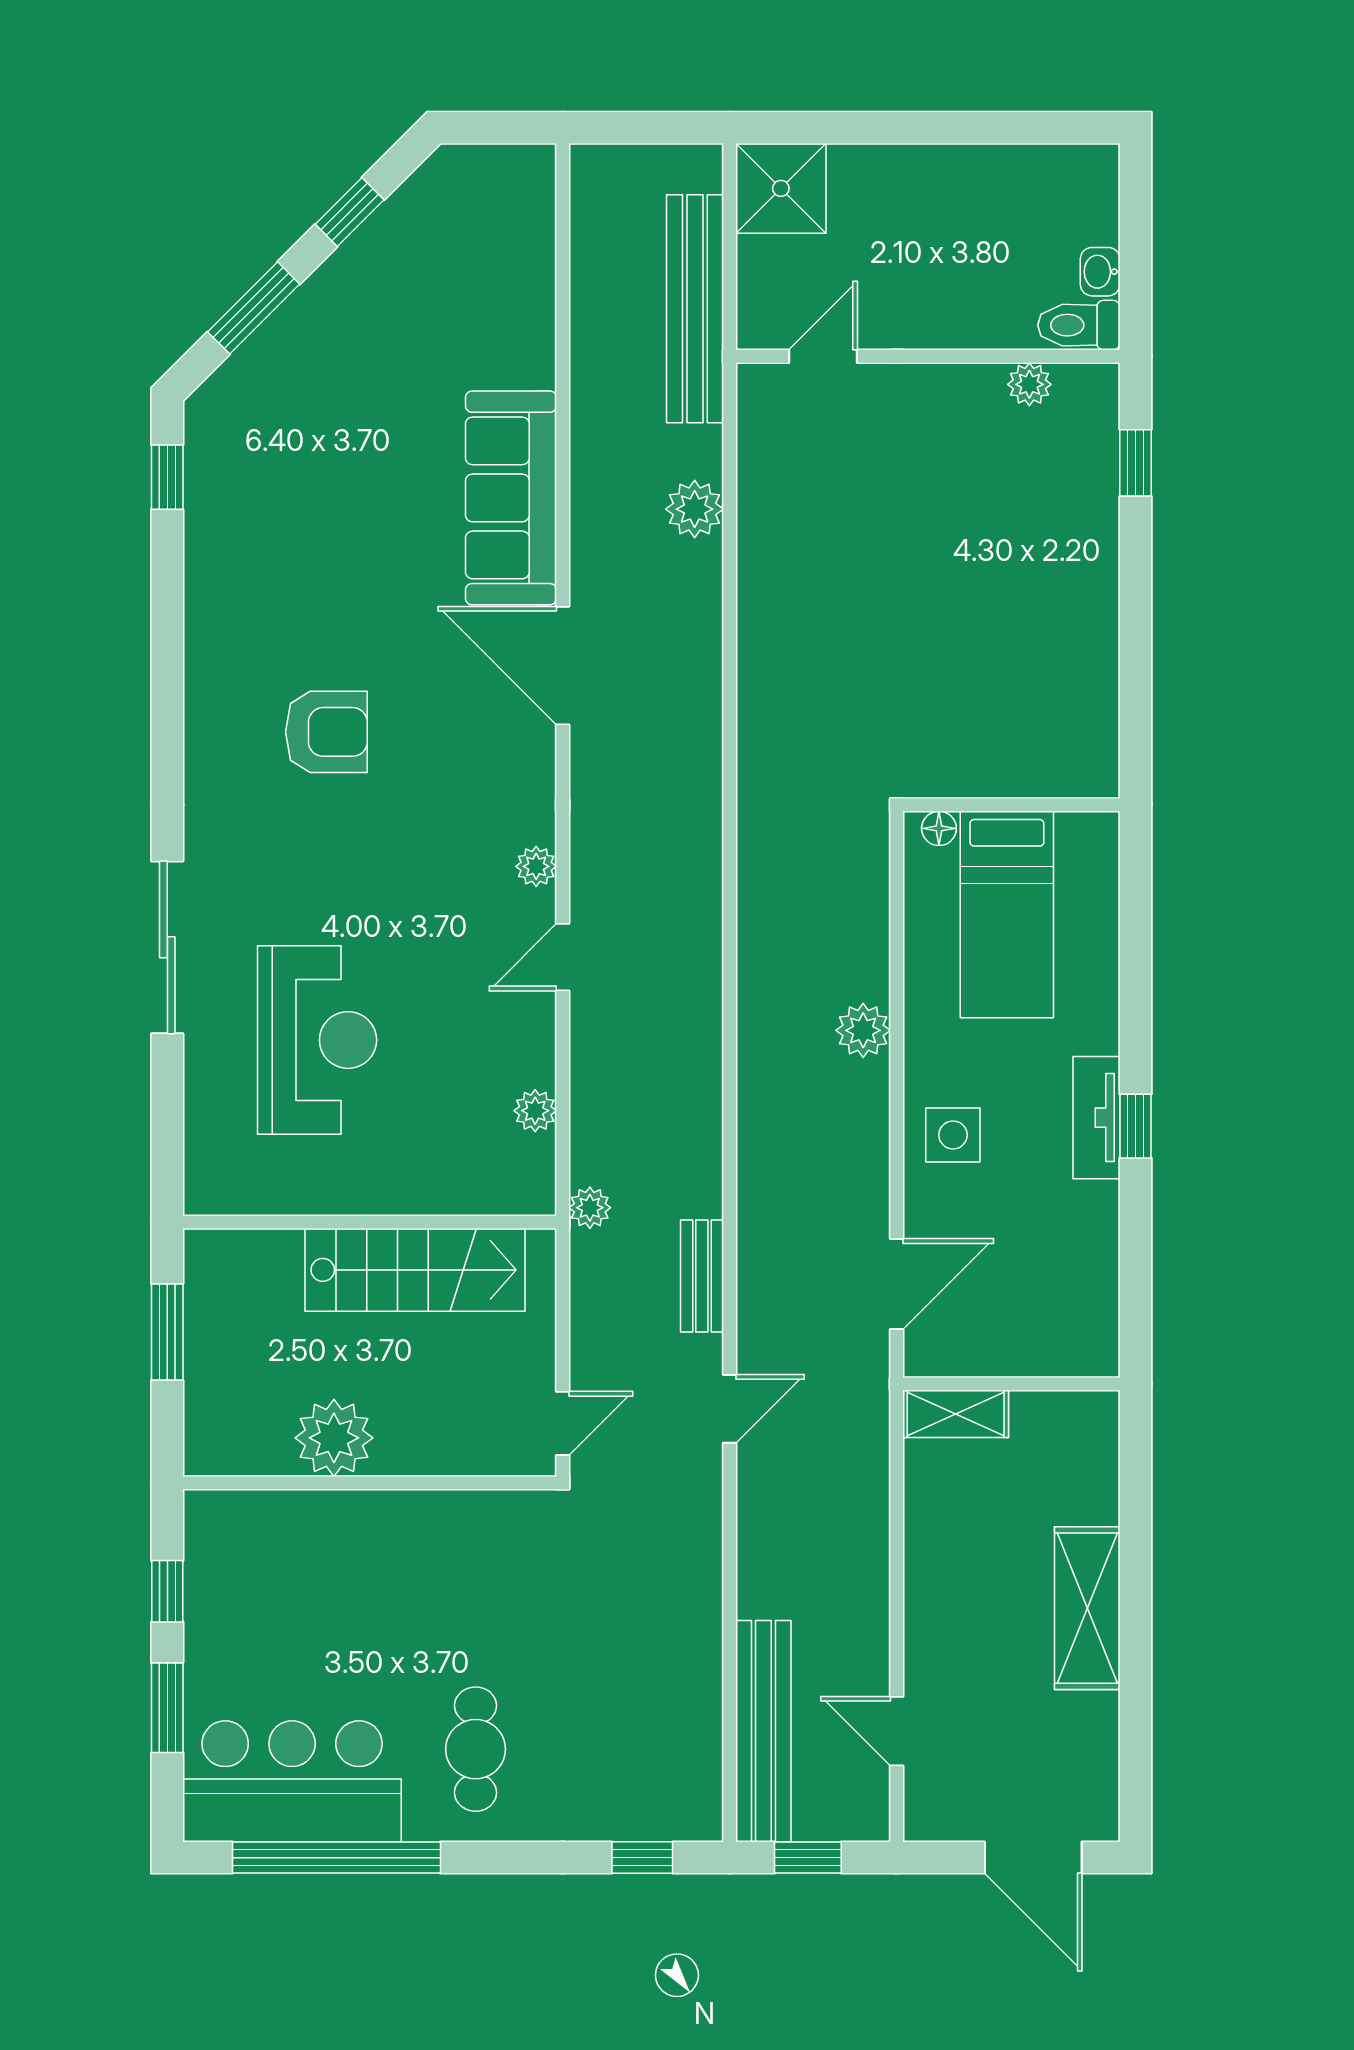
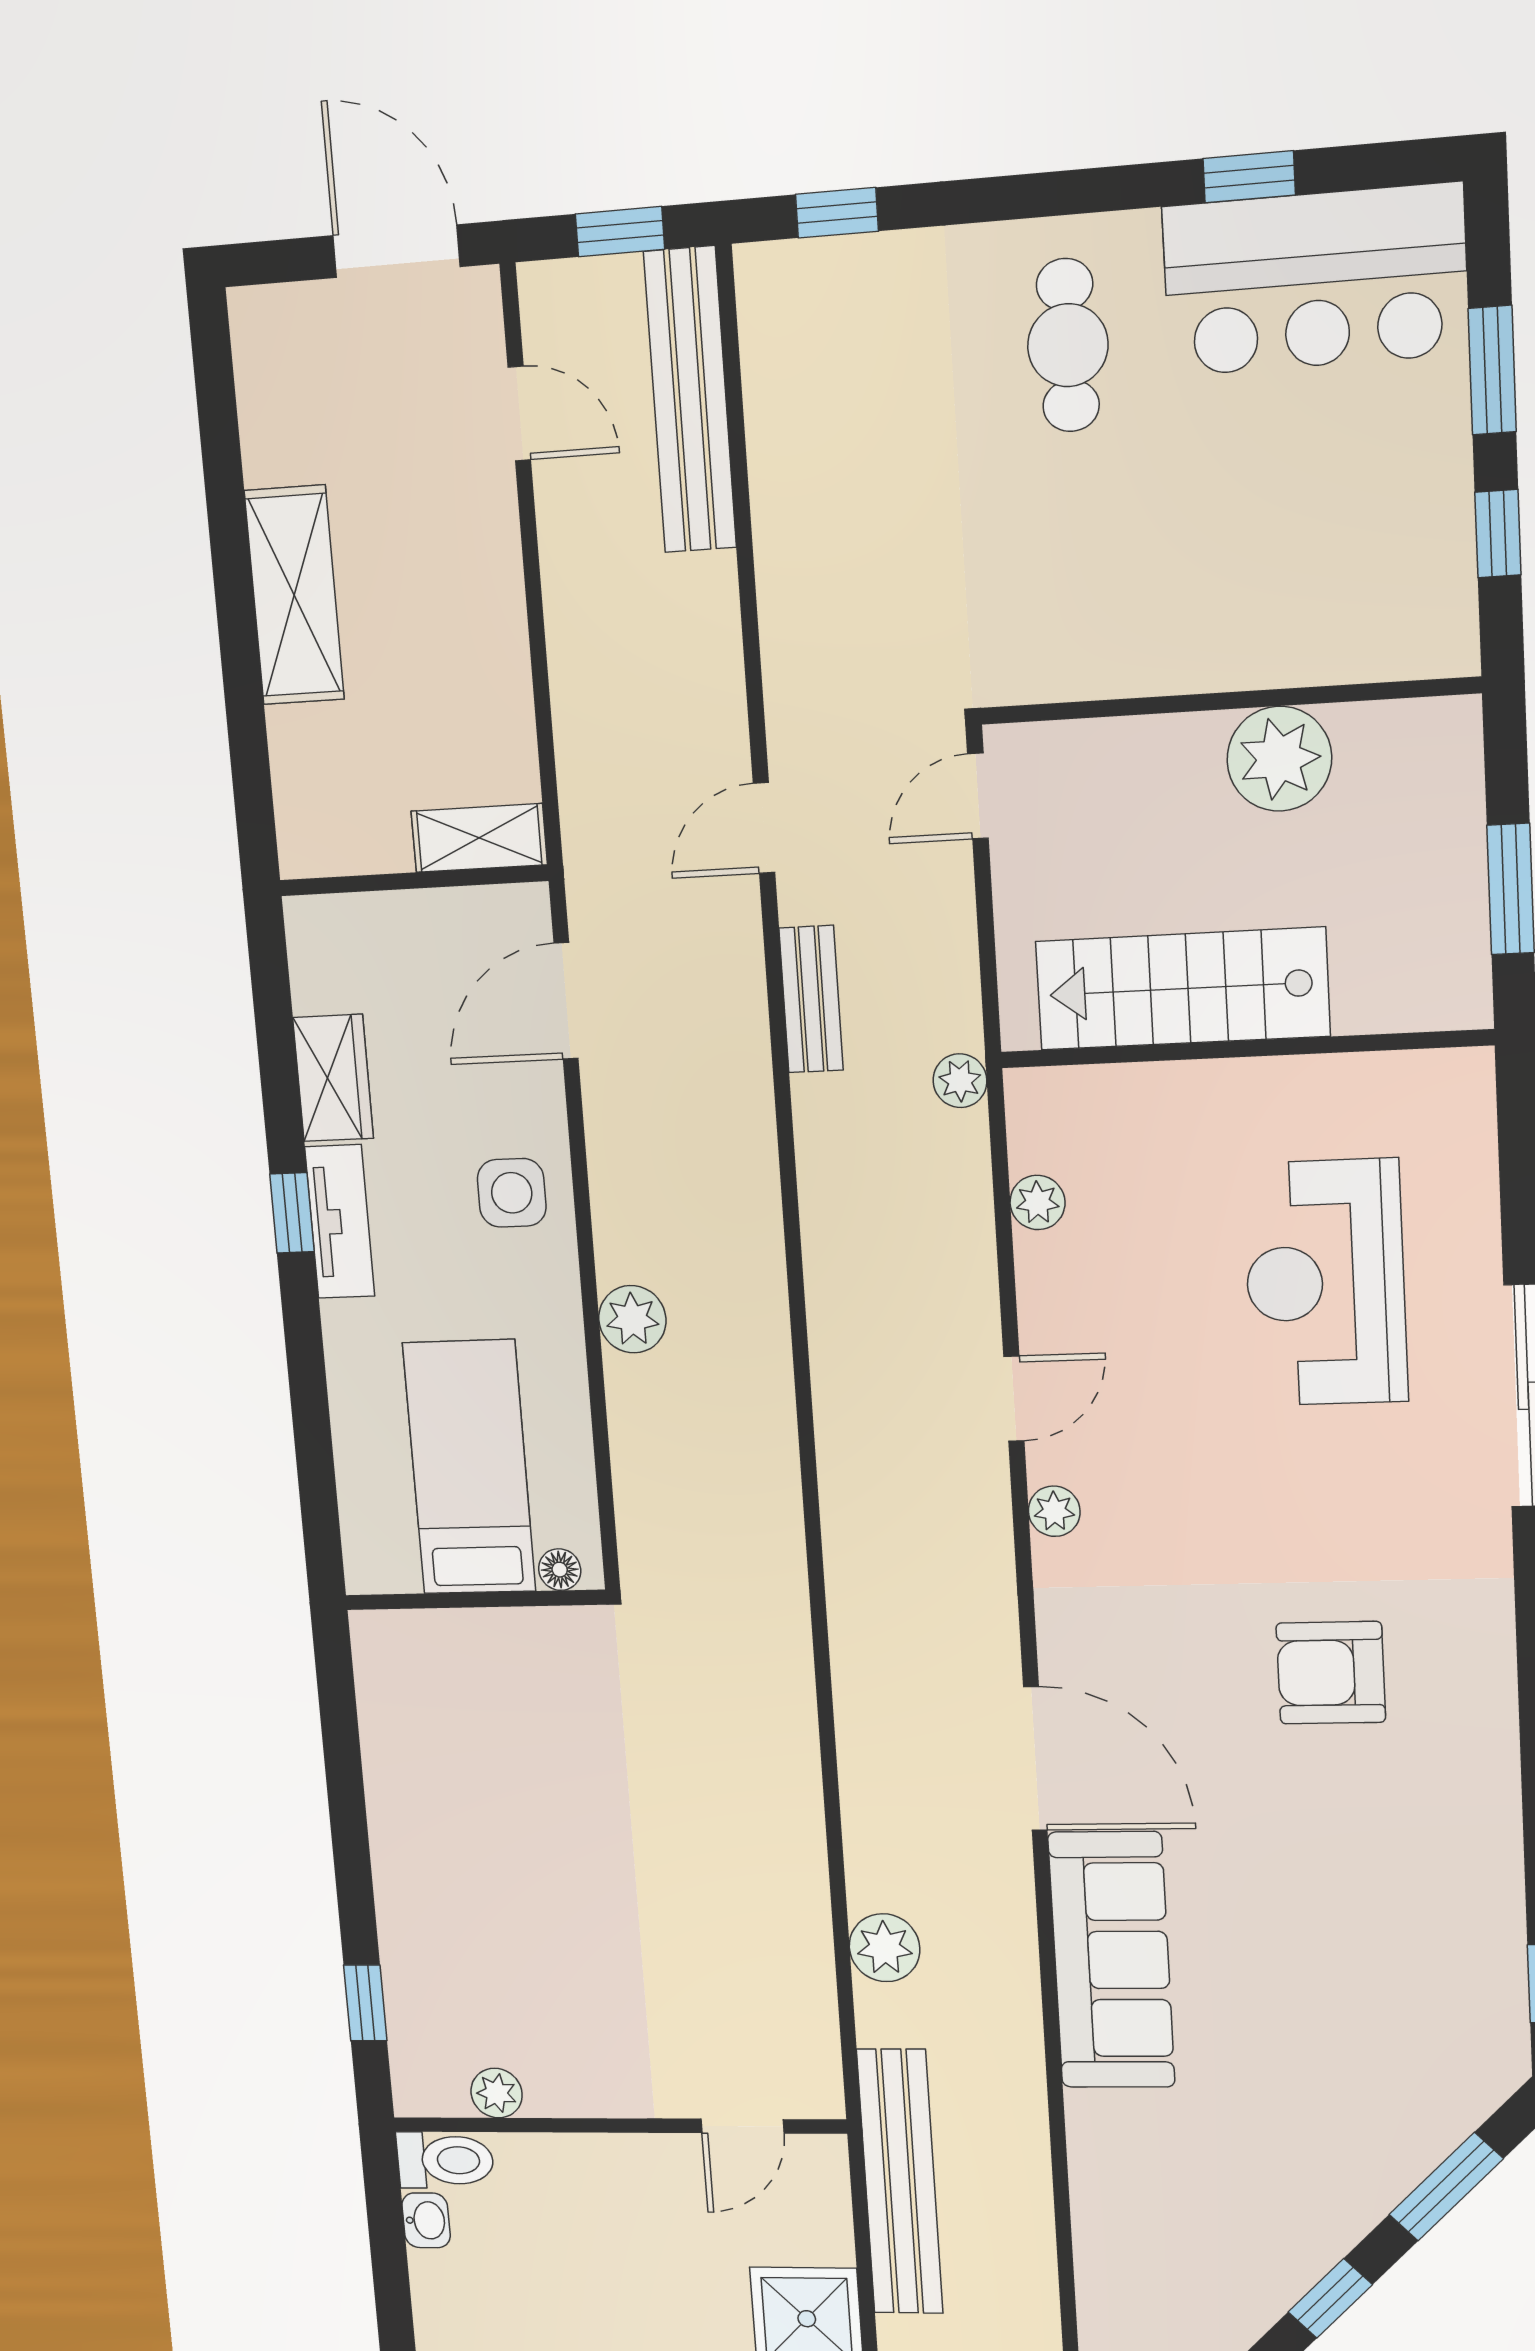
wardrobe: (1091, 1232) -> (333, 1078), added
window: (337, 1858) -> (1249, 177), width x0.32
door: (1033, 1858) -> (396, 251), moved

